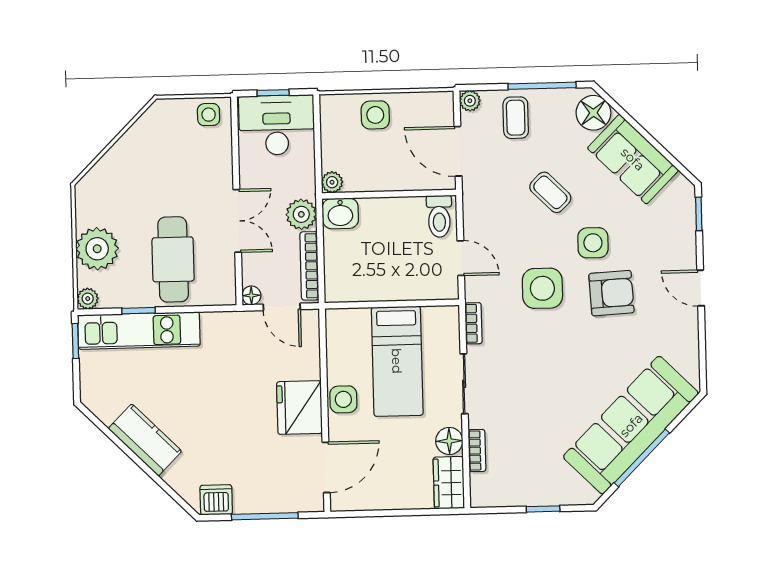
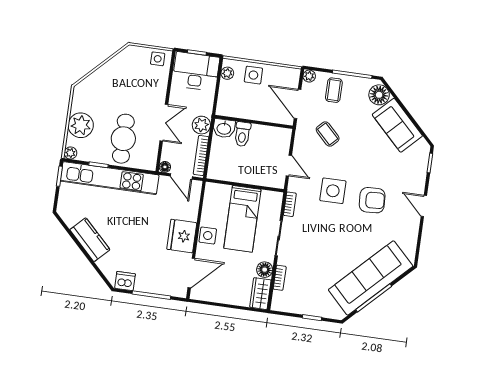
plant: (332, 182) -> (227, 73), moved
coffee table: (550, 192) -> (328, 134), moved
toilet: (439, 216) -> (242, 134), moved
side table: (593, 243) -> (366, 170), removed
kitchen unit: (139, 331) -> (110, 178), width x1.36

